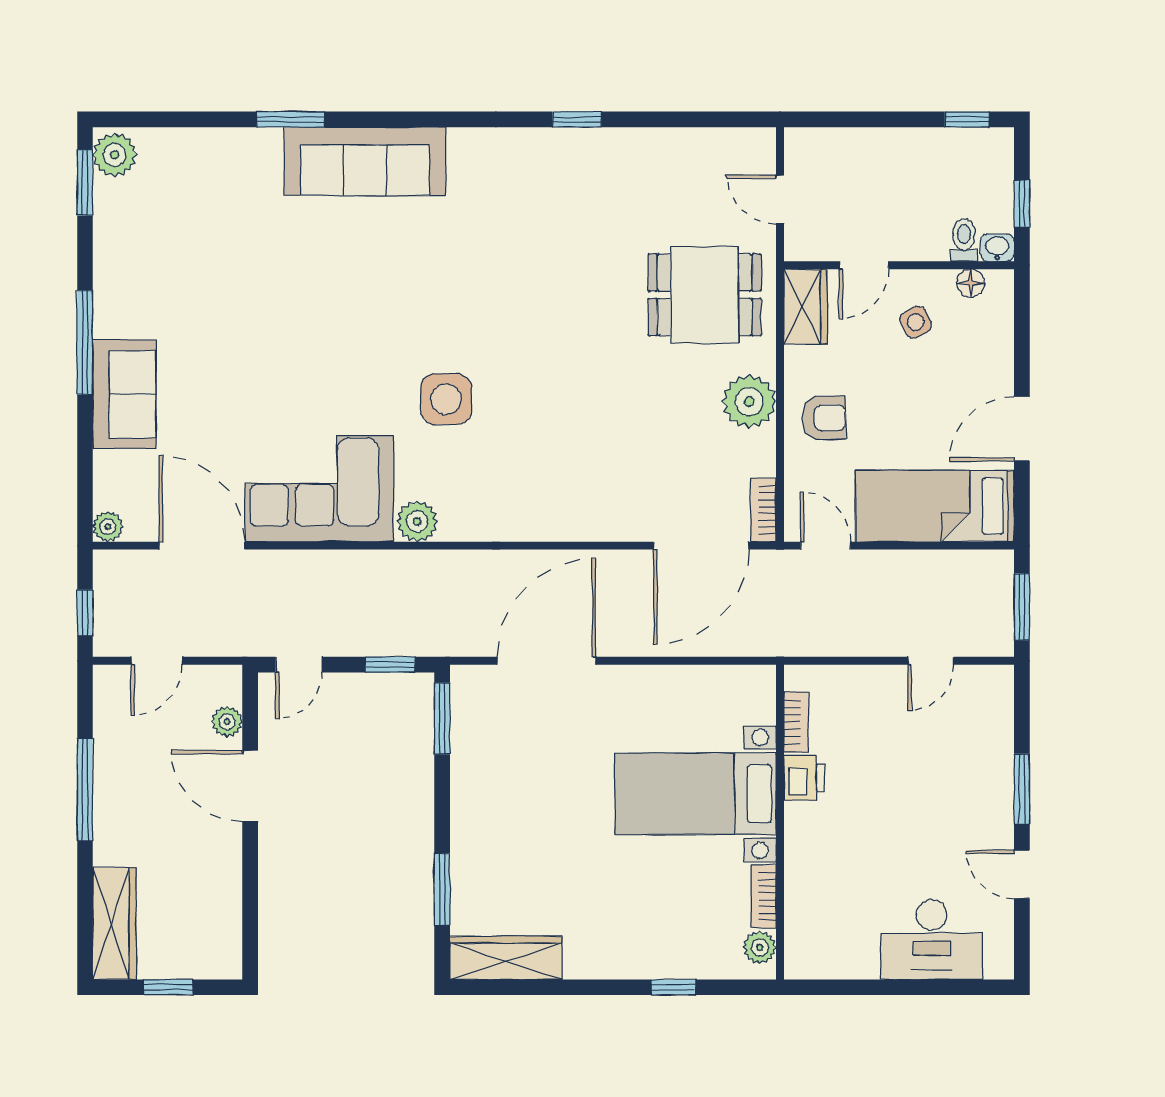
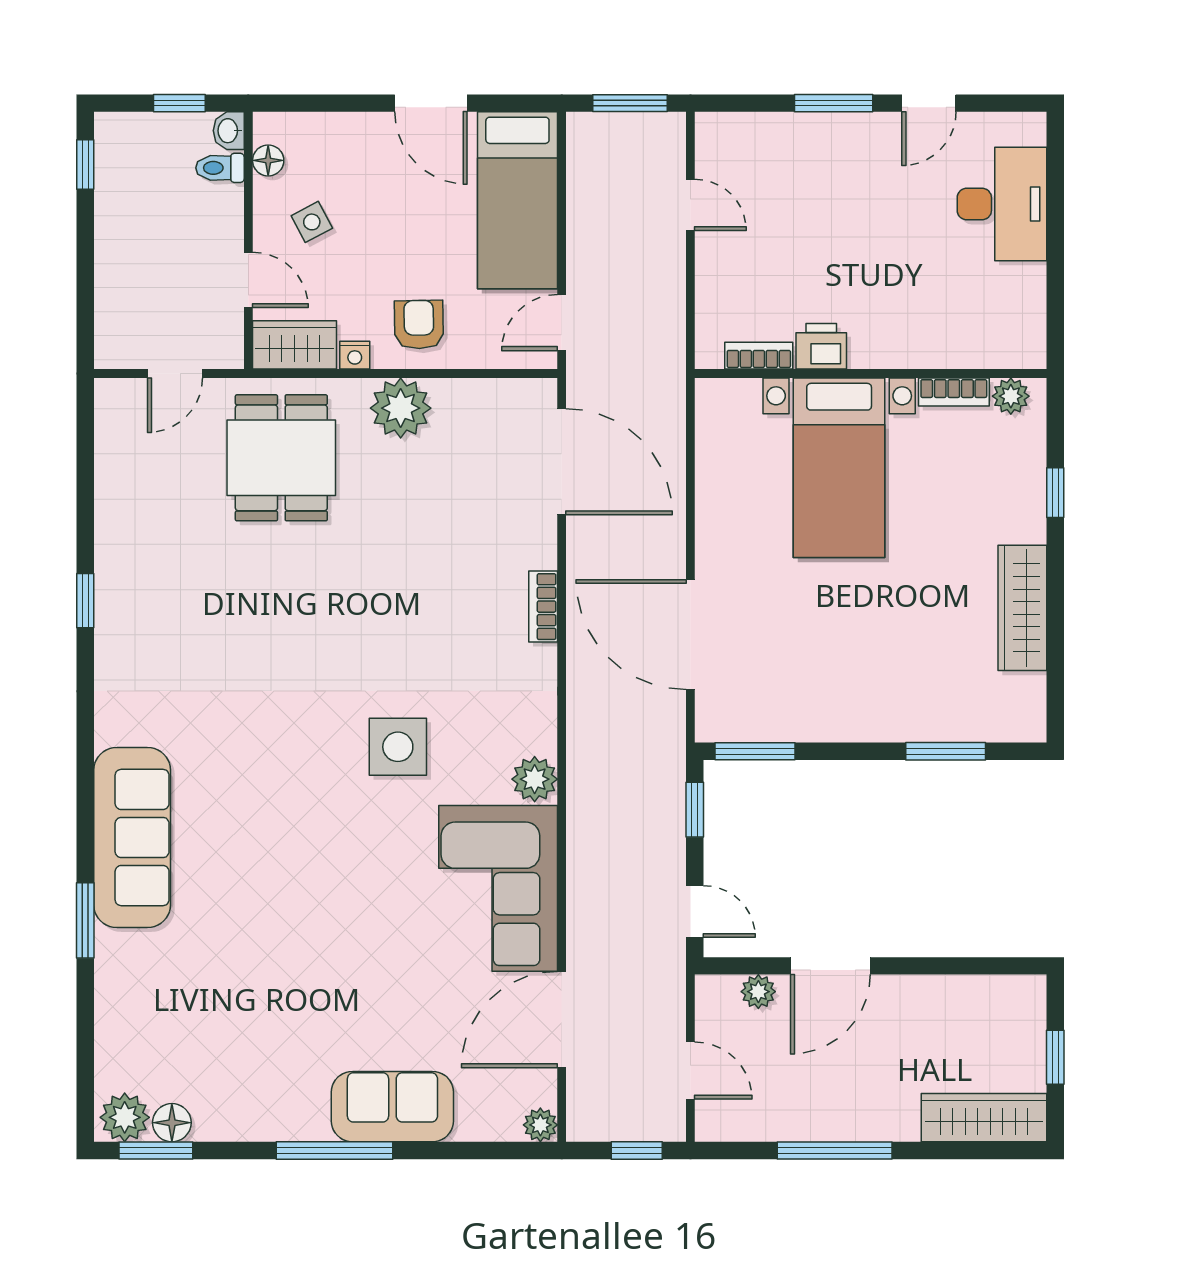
floor lamp: (110, 197) -> (172, 1123), added
nightstand: (796, 361) -> (355, 355), added
bookcase: (763, 510) -> (543, 607), moved, turned 90
wardrobe: (506, 958) -> (1022, 608), moved

